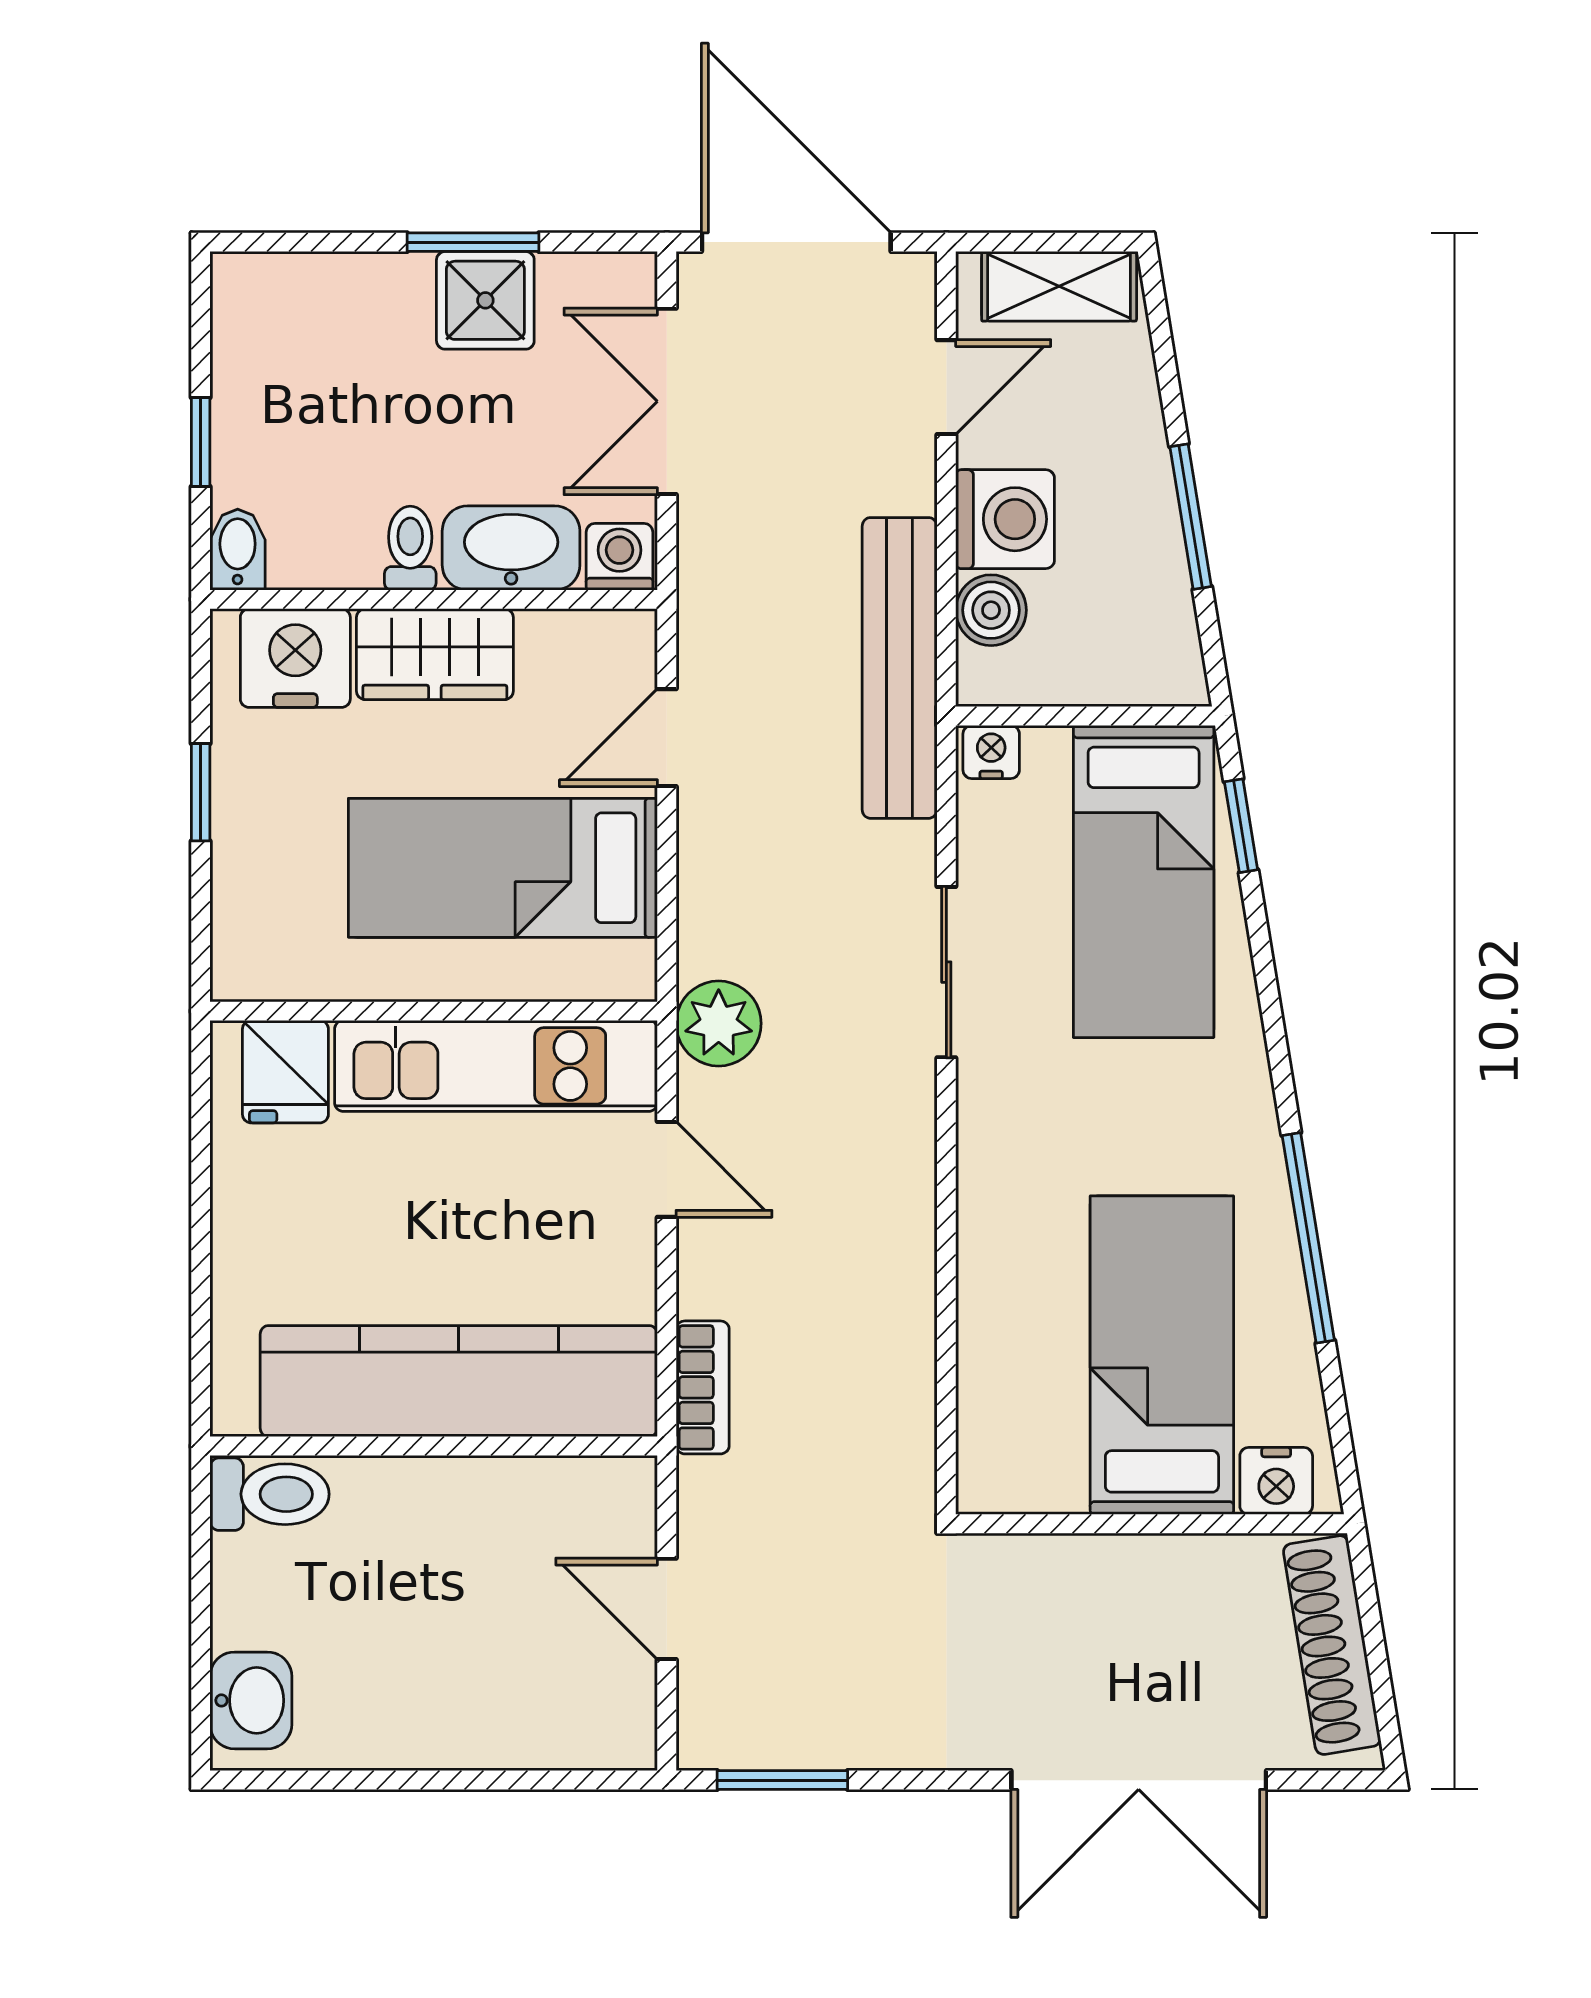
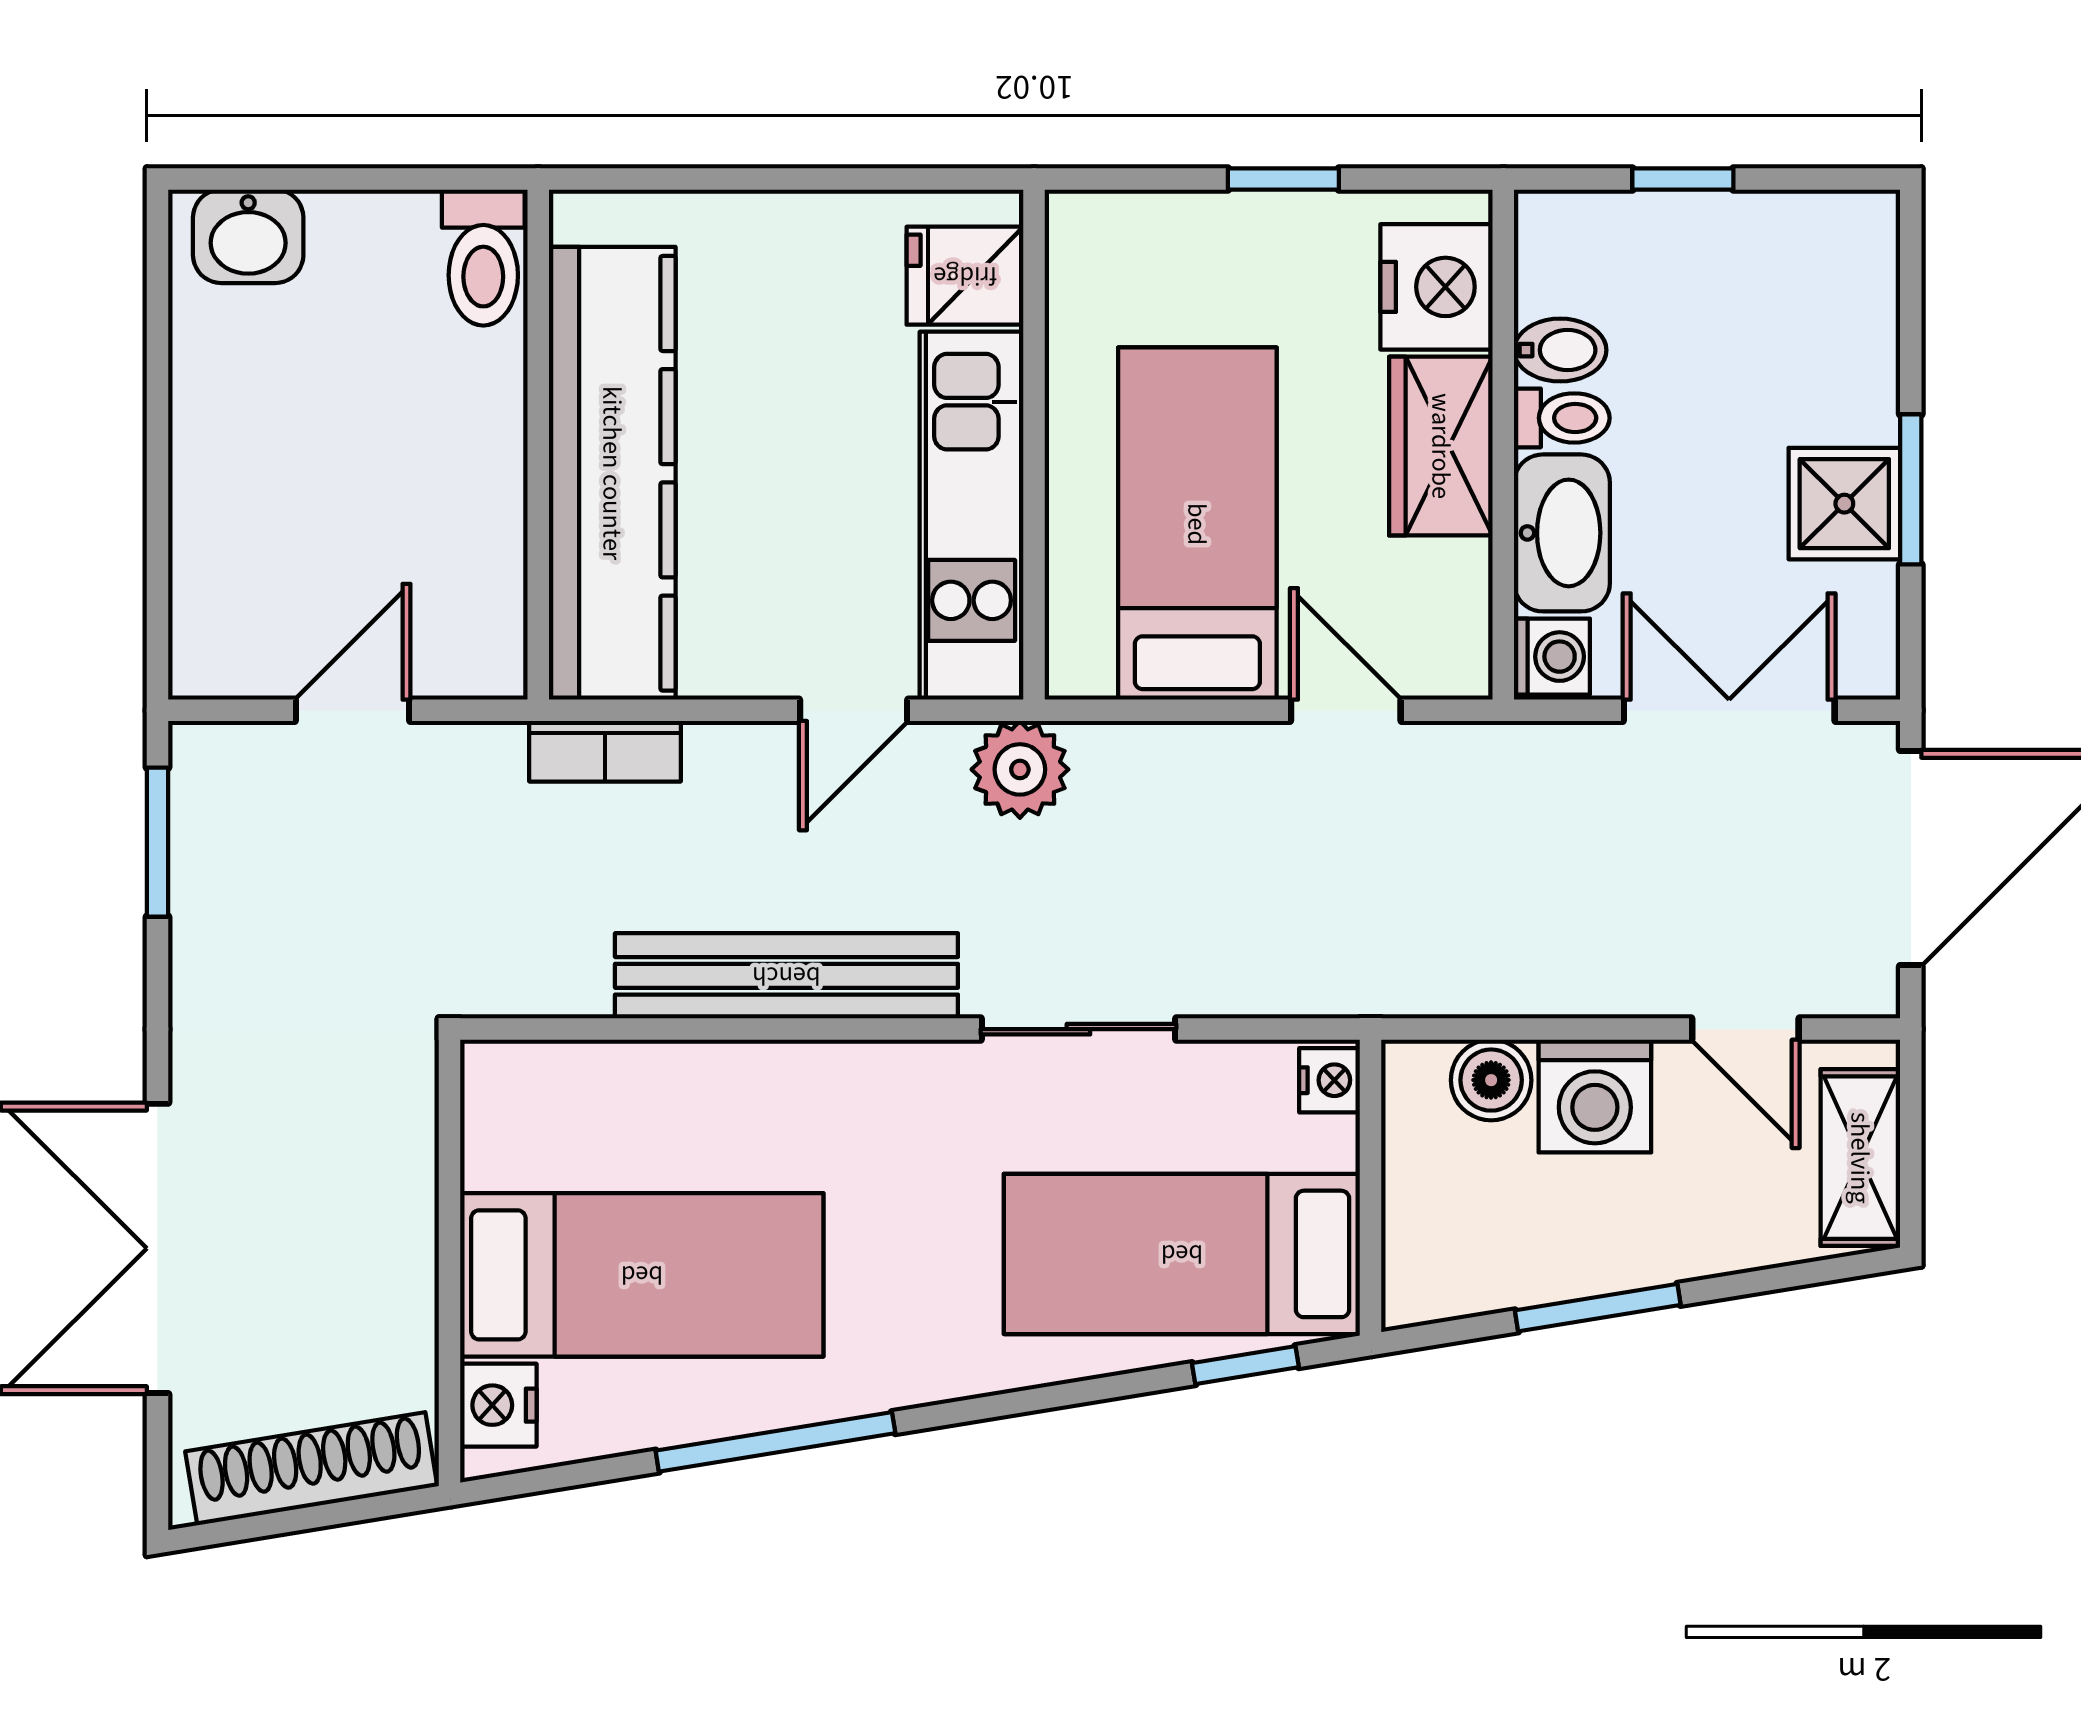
bidet: (238, 550) -> (1560, 350), moved
bench: (900, 668) -> (786, 976), moved

